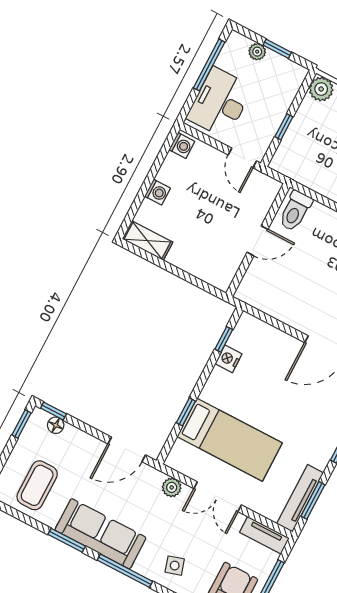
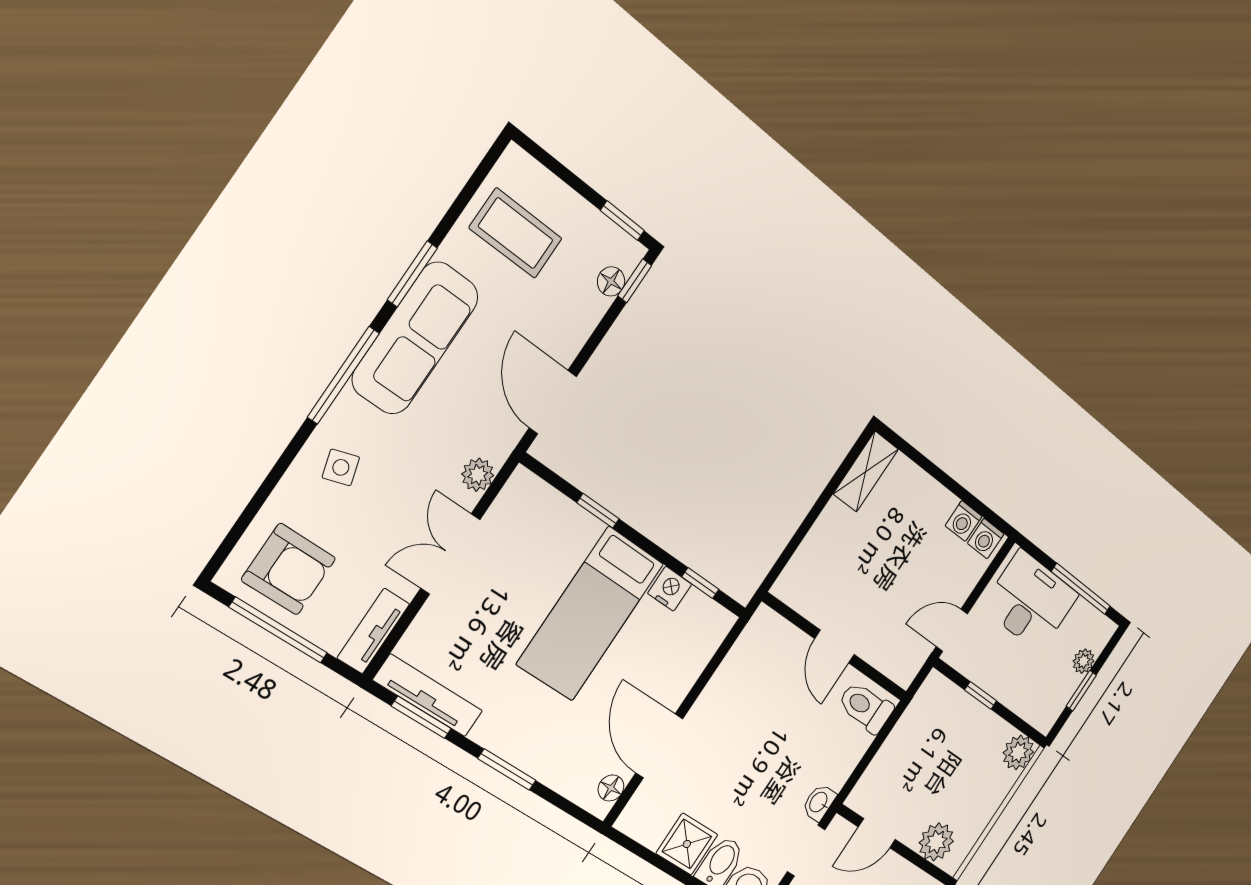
washing machine: (157, 192) -> (964, 521), moved
bed: (230, 440) -> (590, 614), moved

